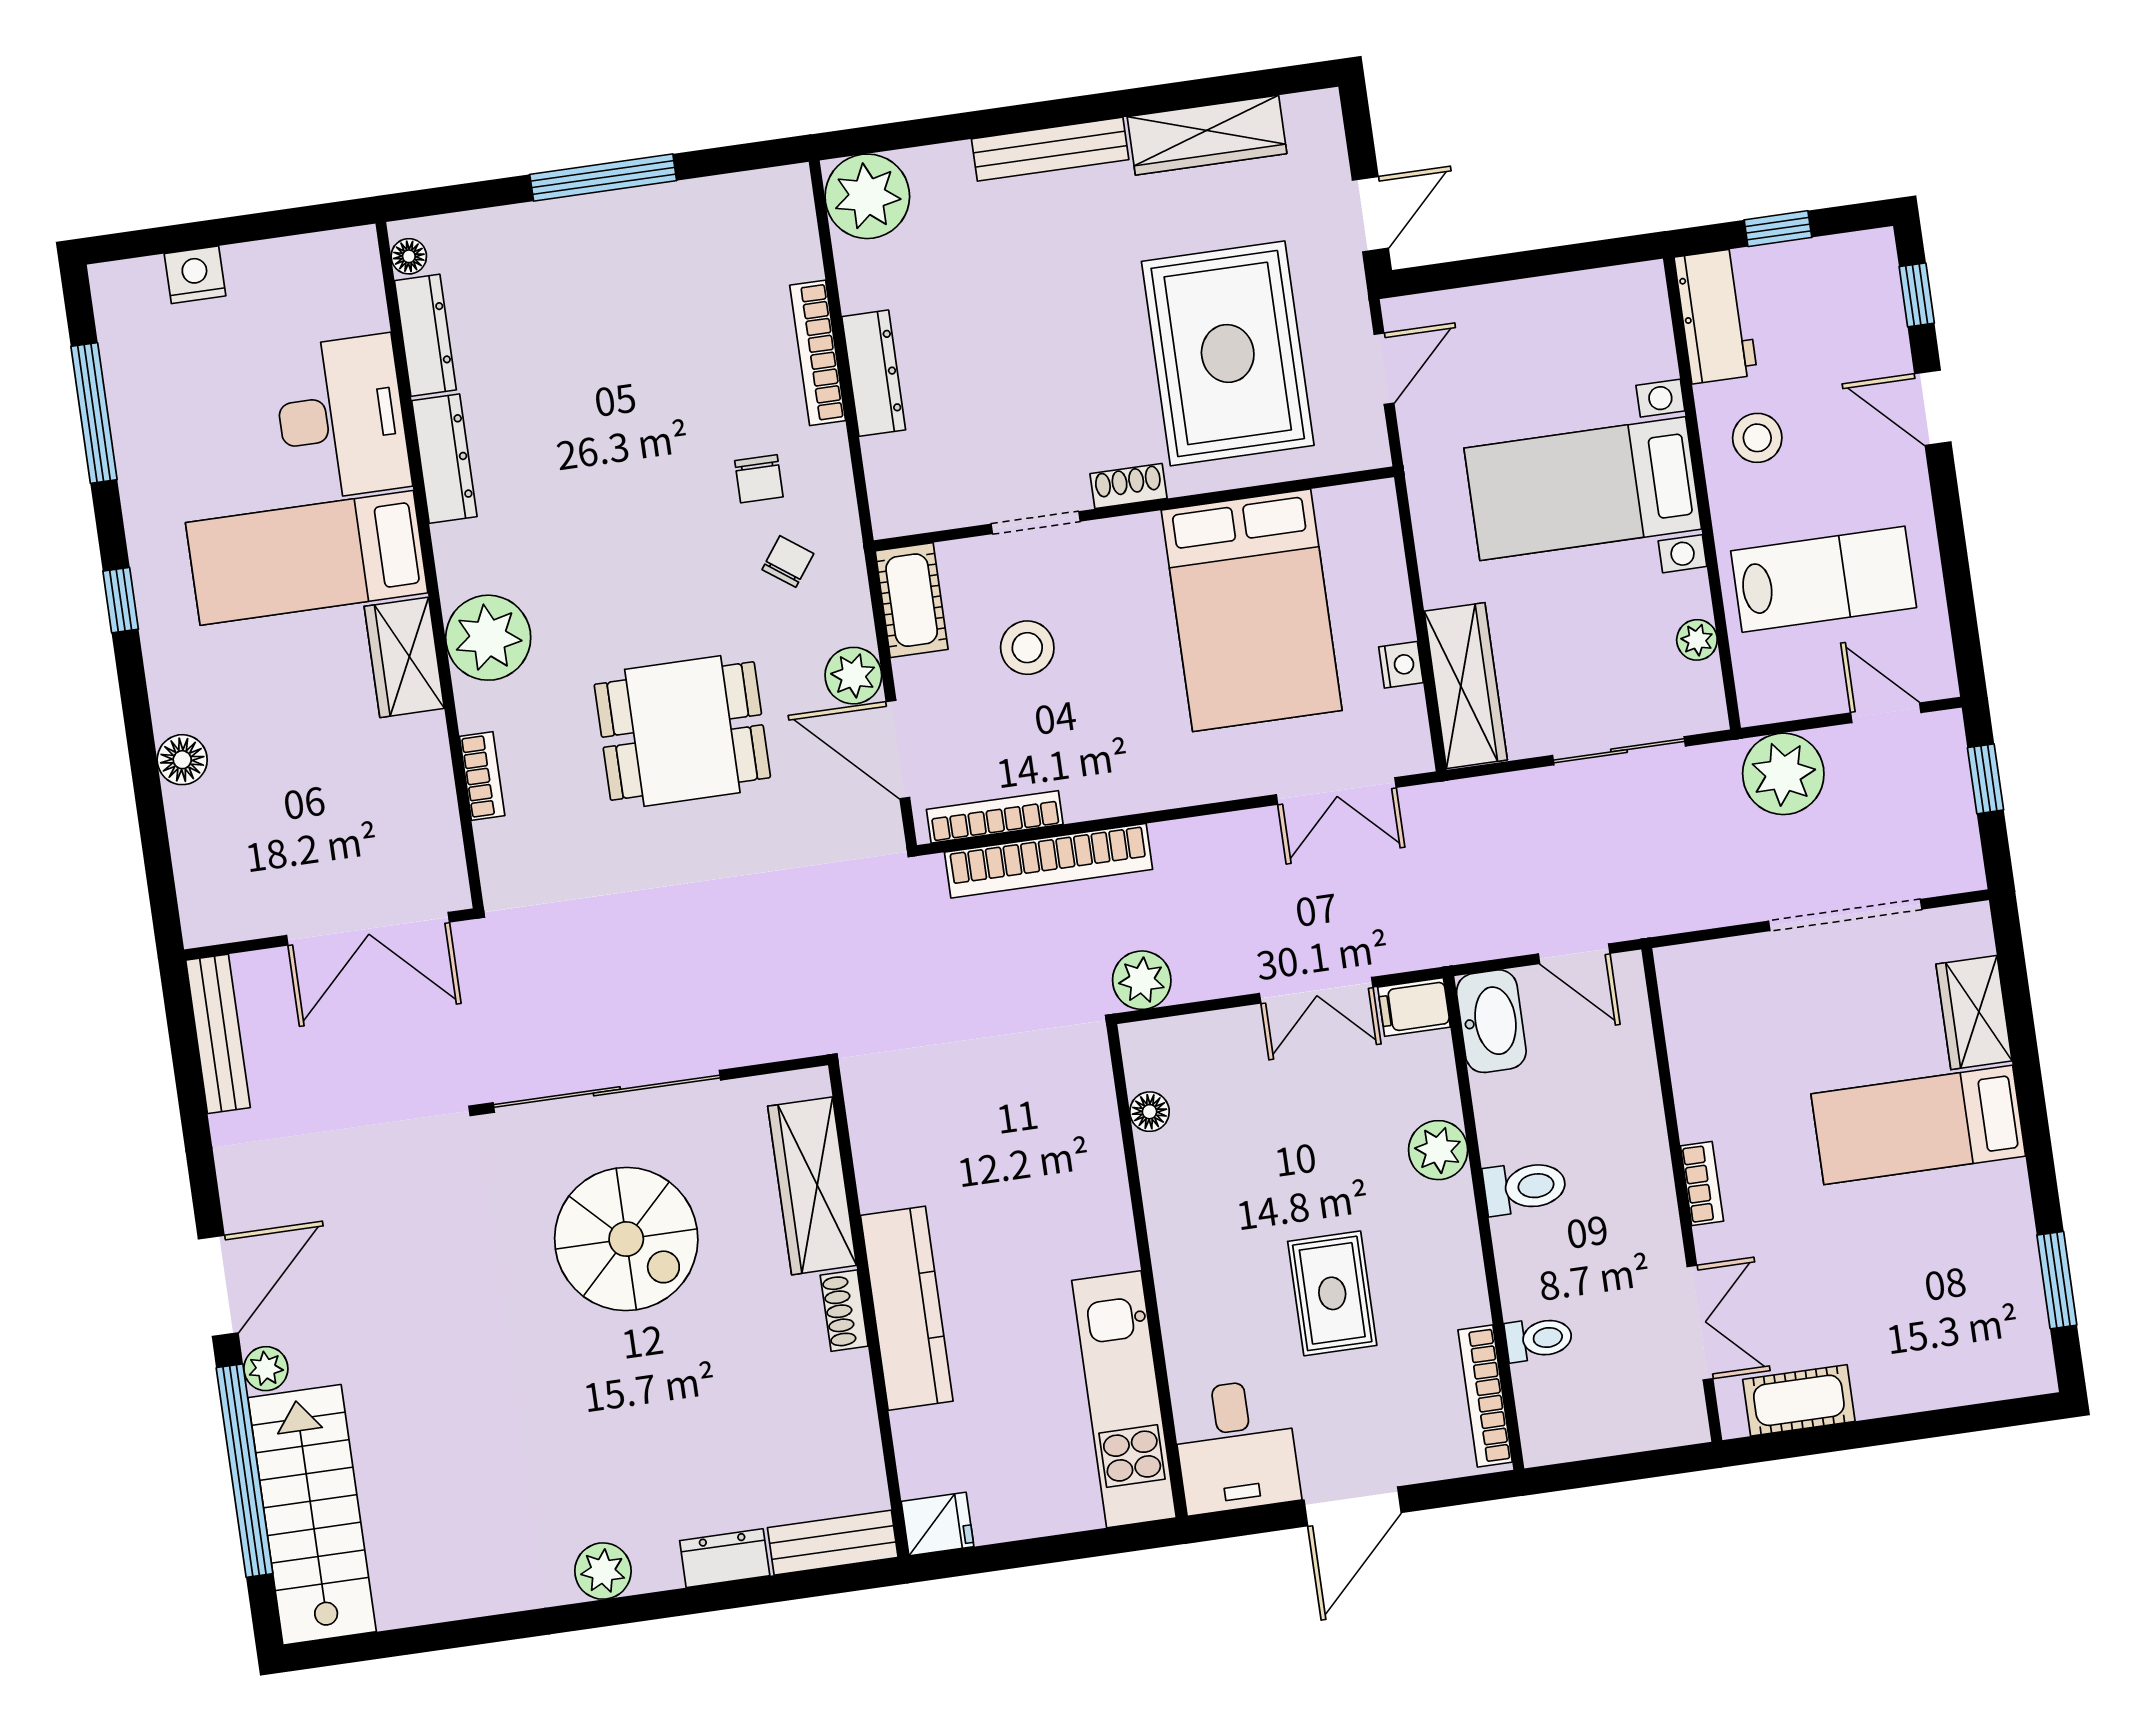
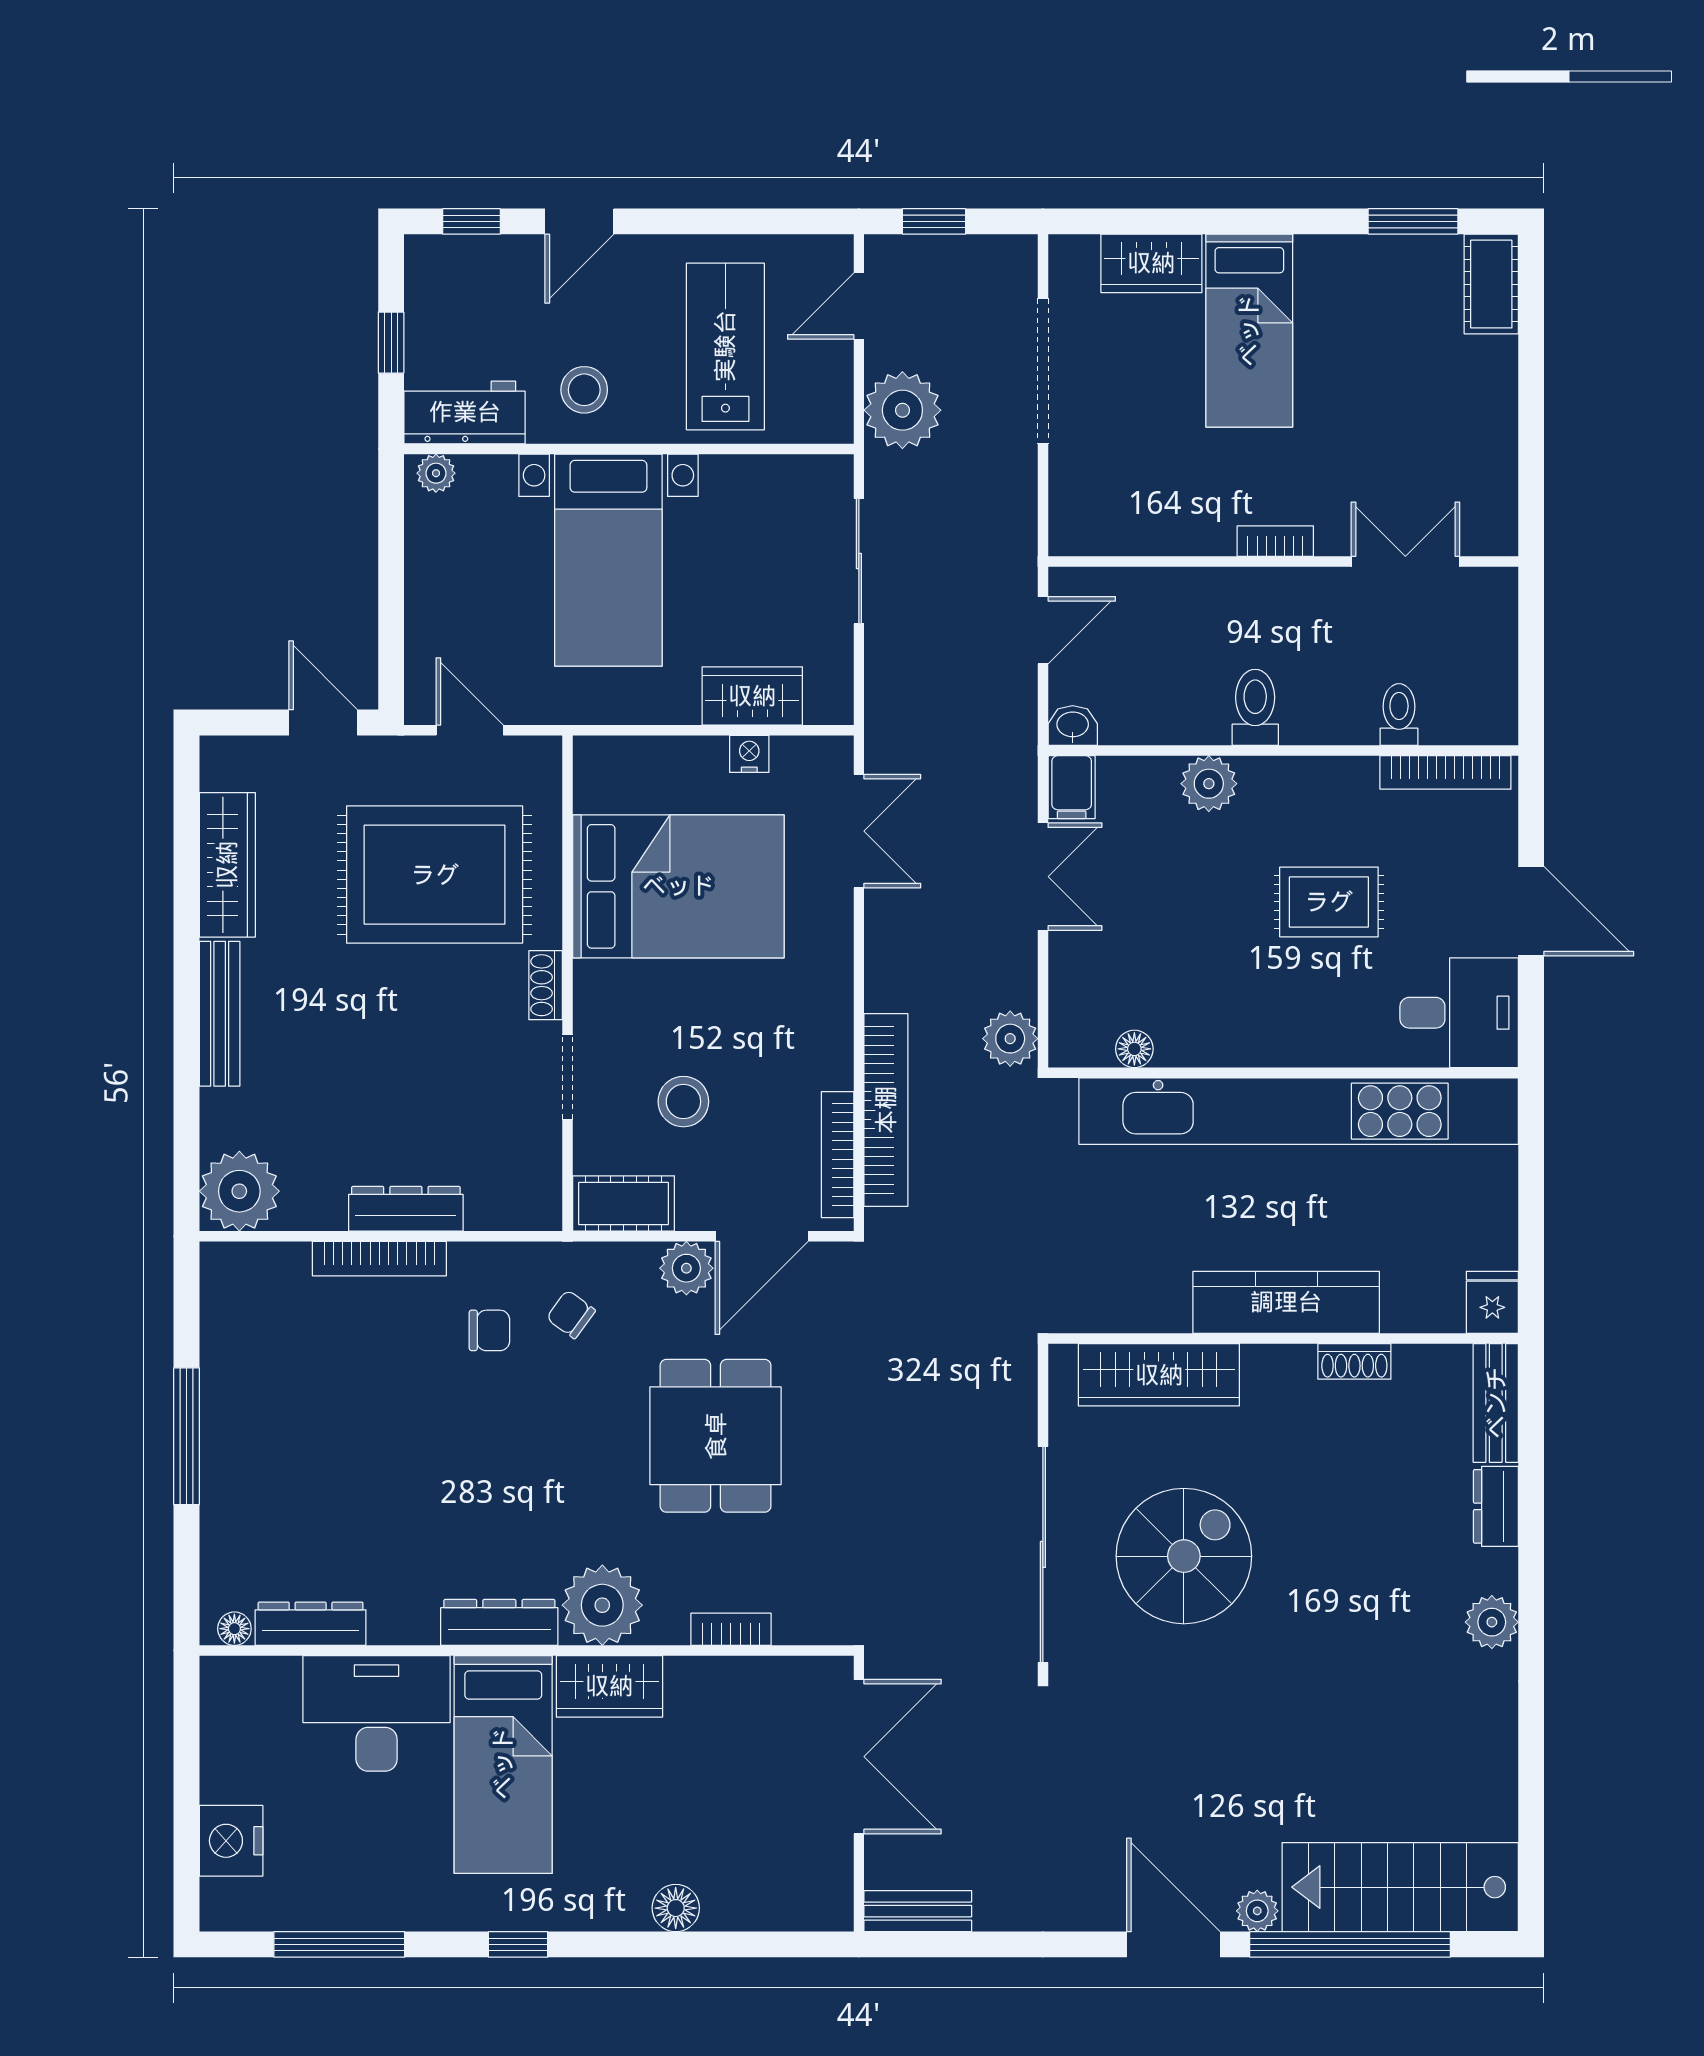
nightstand: (195, 275) -> (231, 1841), width x1.36, depth x1.33
dresser: (444, 459) -> (499, 1622), moved
plant: (1697, 640) -> (436, 473), moved
wardrobe: (1466, 686) -> (752, 696), width x0.67
washbasin: (1491, 1021) -> (1073, 726), width x0.52, depth x0.69
bench: (218, 1034) -> (918, 1911), width x0.73
shoe rack: (844, 1311) -> (1354, 1361), moved
kitchen unit: (1124, 1399) -> (1299, 1111), width x1.86
cot: (1799, 1400) -> (1491, 284), moved

